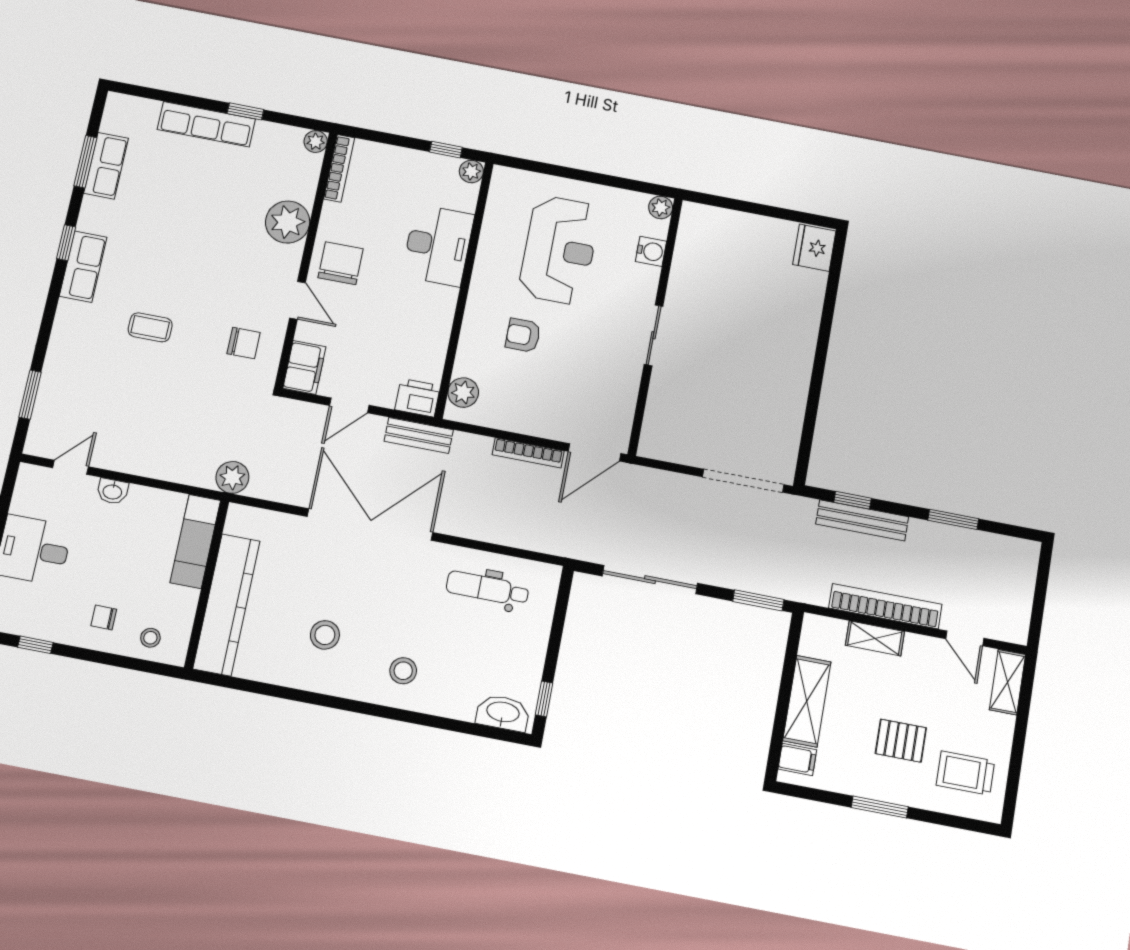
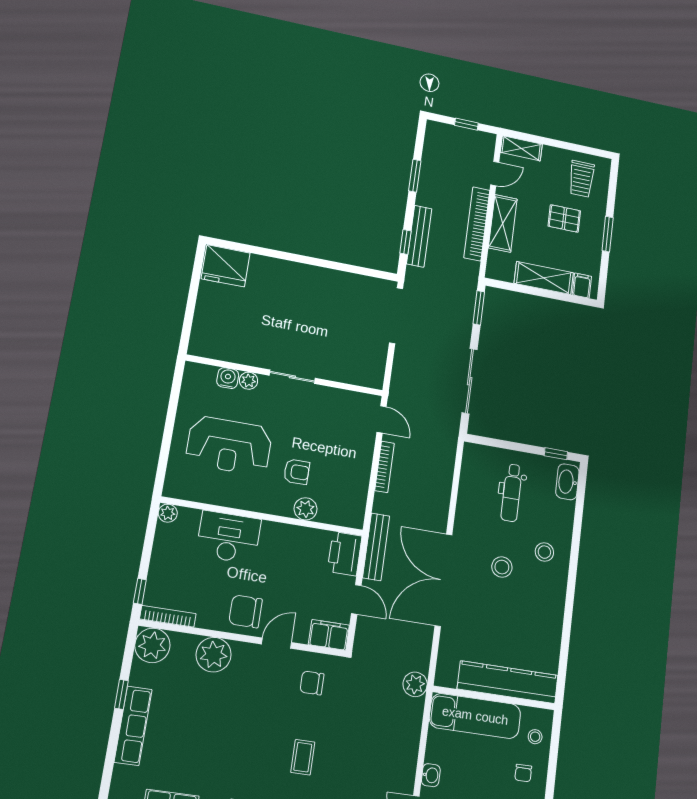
plant: (316, 142) -> (152, 645), width x1.88, depth x1.88
window: (446, 150) -> (140, 591), moved
plant: (661, 207) -> (249, 381), moved
fridge: (814, 248) -> (226, 266), width x1.36, depth x1.34
reception desk: (559, 250) -> (229, 446), turned 180
armchair: (523, 335) -> (297, 472), turned -90
chair: (244, 343) -> (312, 683), turned -90
plant: (463, 393) -> (306, 509), moved
printer: (418, 398) -> (345, 554), width x1.37, depth x1.19
bench: (419, 435) -> (376, 547), width x1.36
door: (595, 452) -> (382, 419), width x0.73
exam couch: (195, 541) -> (475, 716), width x1.36, depth x1.45
dental chair: (487, 589) -> (512, 493), moved
window: (1039, 601) -> (466, 124), added
stool: (325, 635) -> (502, 567), moved
shelving: (875, 638) -> (503, 223), width x1.50, depth x1.33
pallet: (901, 741) -> (564, 218), turned 90

